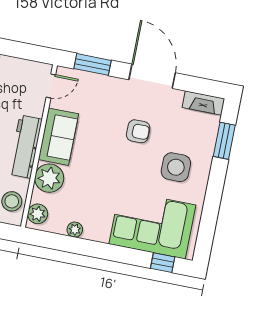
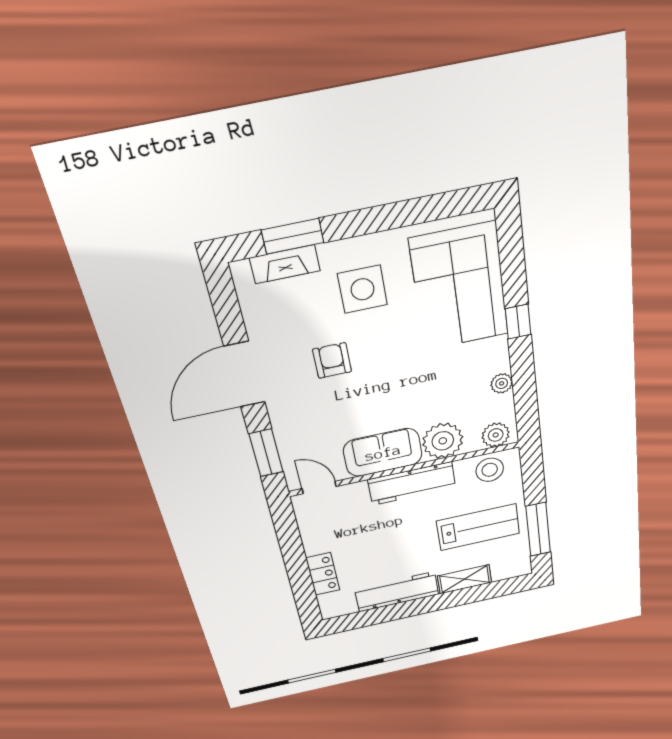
fireplace: (203, 103) -> (285, 264), moved, turned 90
window: (163, 263) -> (518, 322), moved

